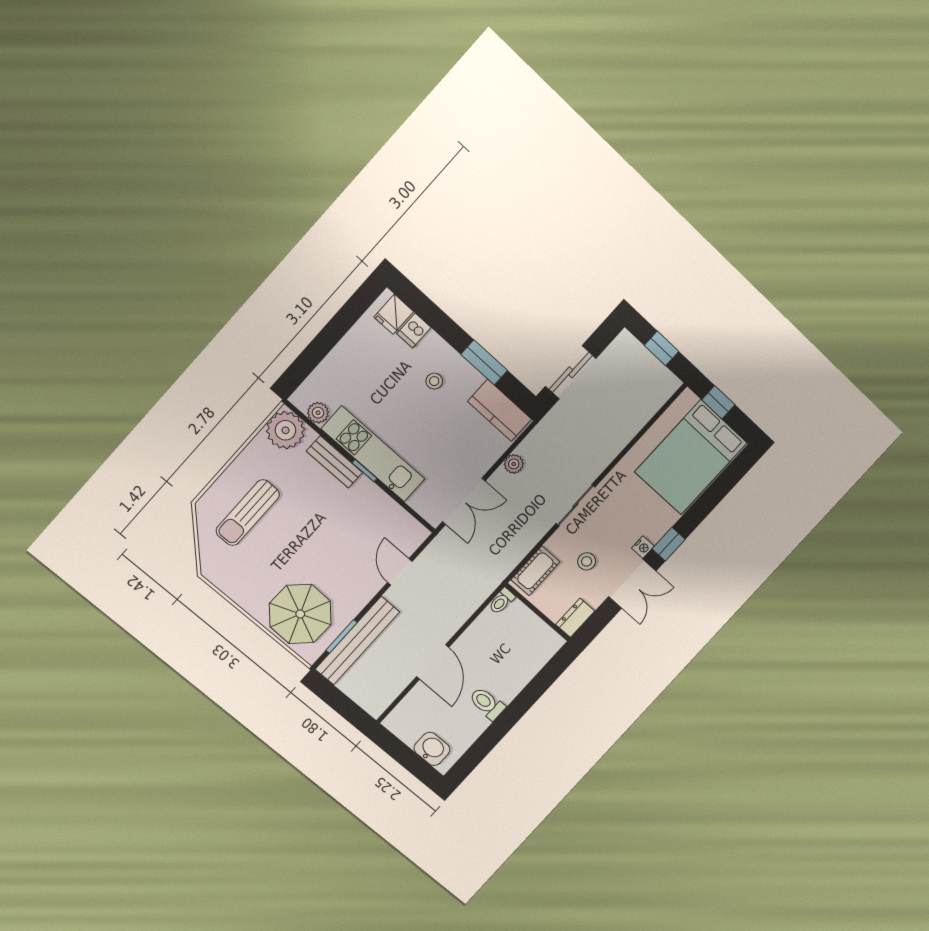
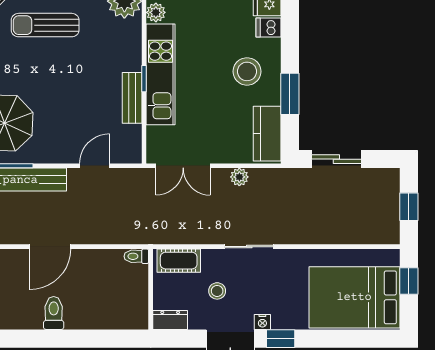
stool: (434, 381) -> (247, 71), width x1.89, depth x1.89
bench: (334, 462) -> (132, 98), moved

